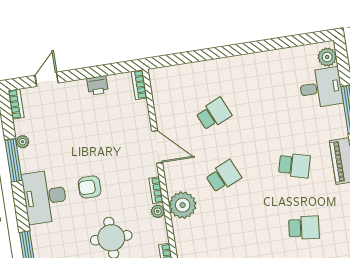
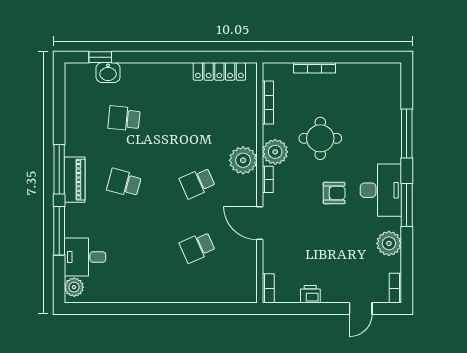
plant: (23, 142) -> (389, 243), width x1.88, depth x1.88
window: (14, 160) -> (407, 205), moved
plant: (158, 211) -> (275, 152), width x1.87, depth x1.87

